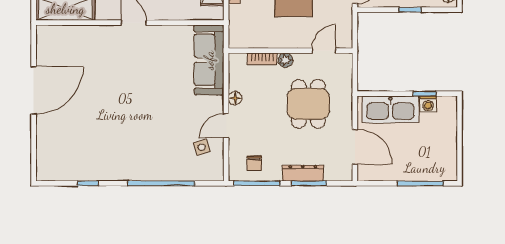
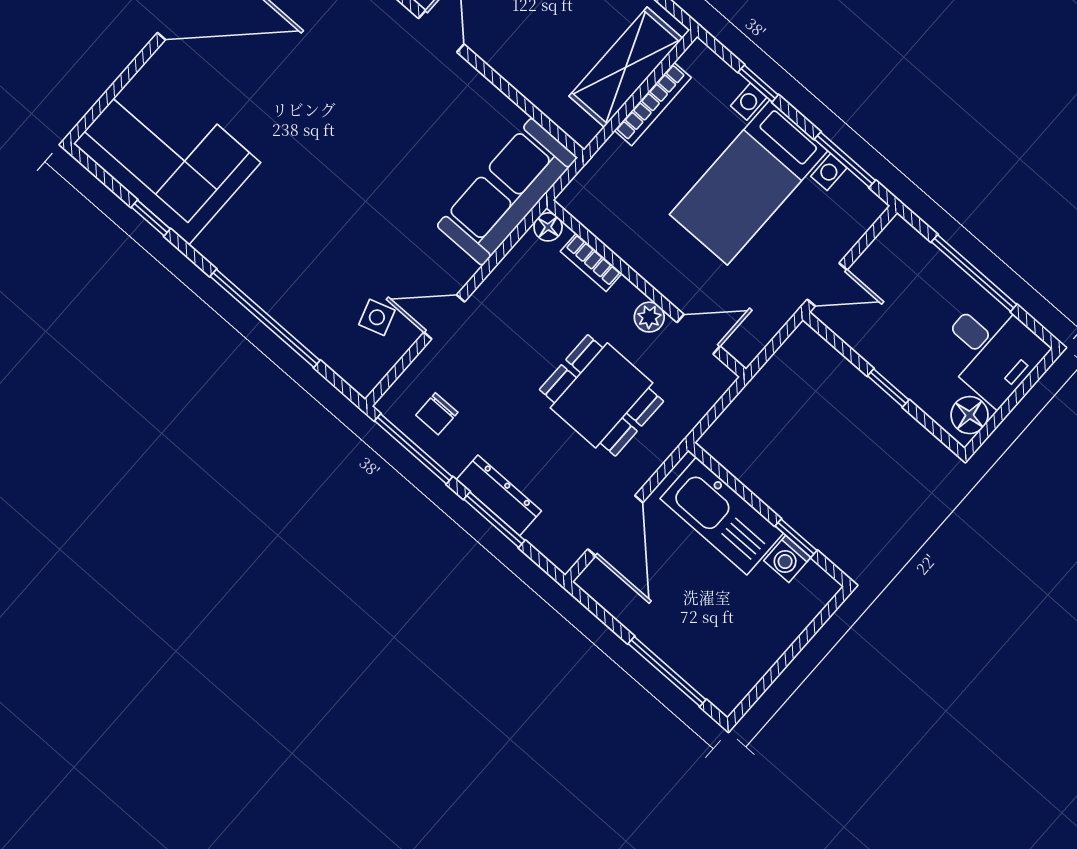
plant: (286, 60) -> (649, 317), moved
floor lamp: (235, 98) -> (548, 227), moved
dining table: (308, 104) -> (601, 395), turned 90
corner sofa: (73, 155) -> (167, 153), added

